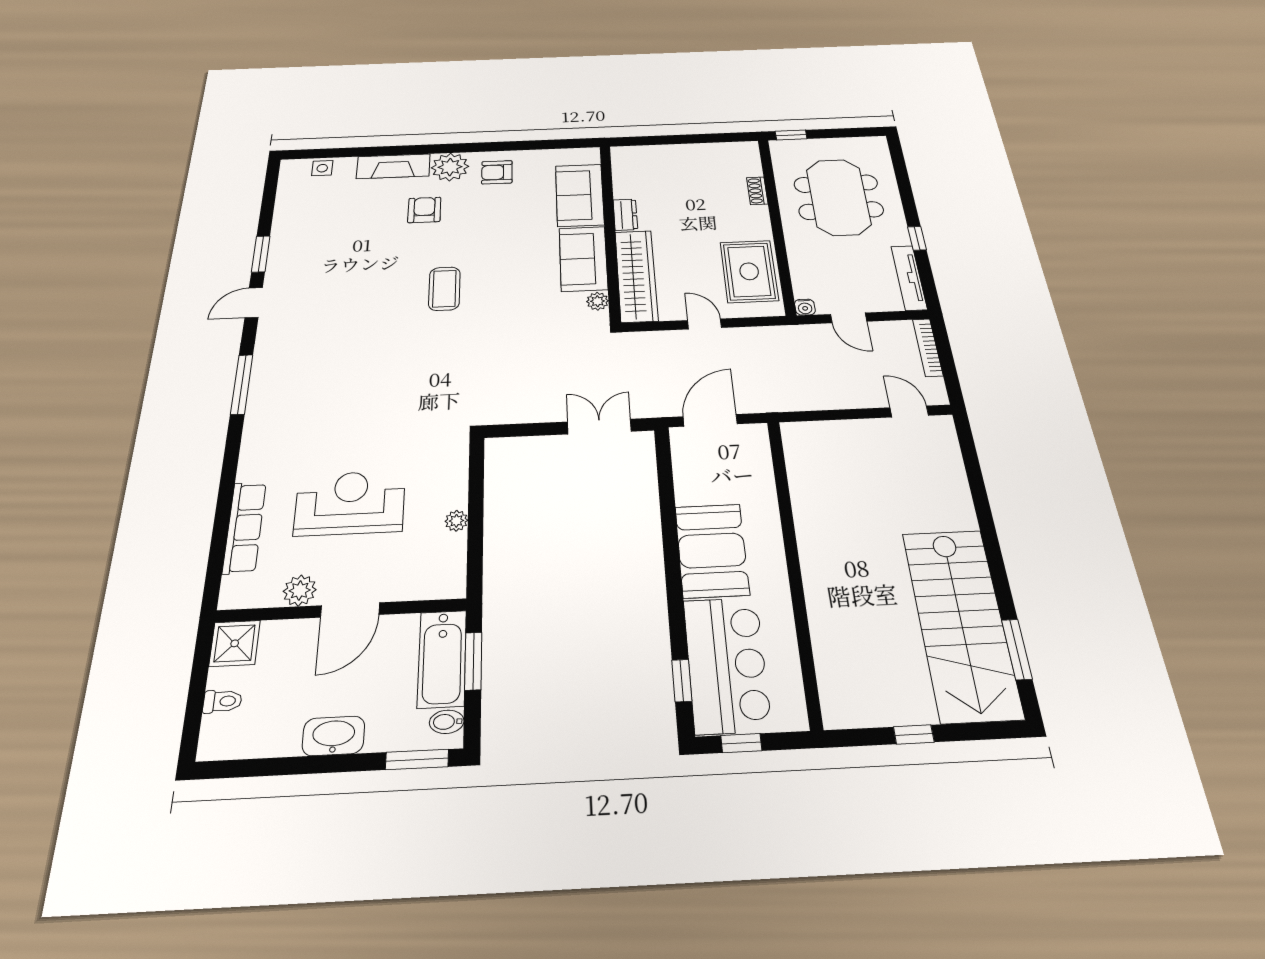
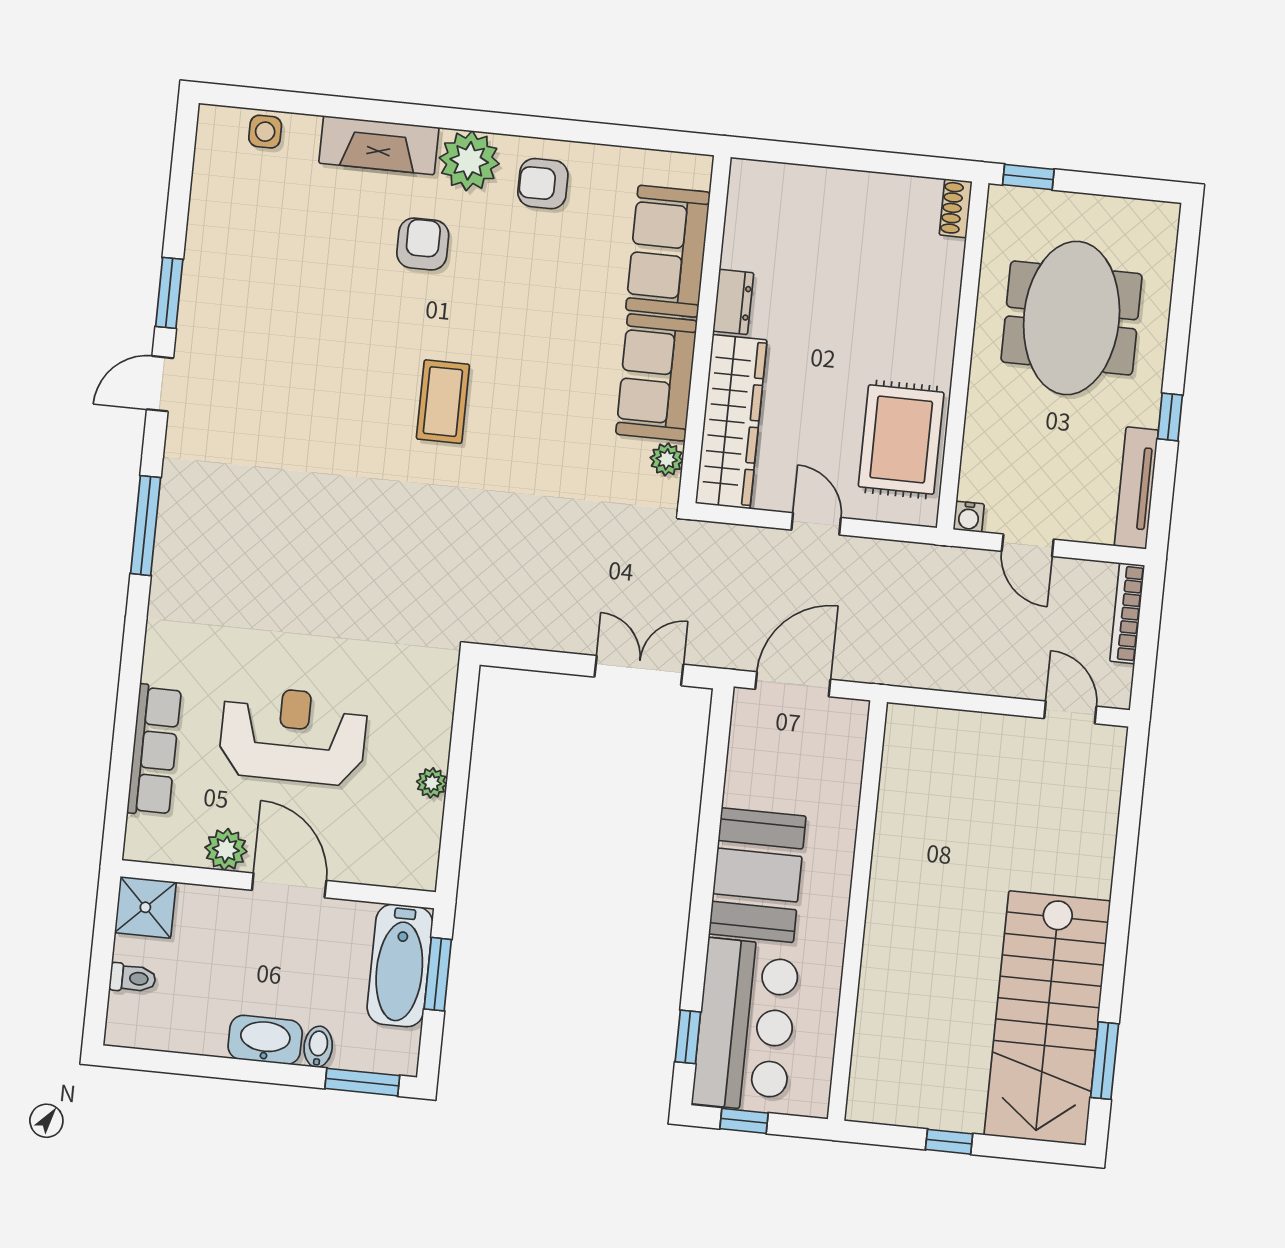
shoe rack: (757, 191) -> (956, 208), moved
door: (350, 610) -> (289, 885), swing flipped
bidet: (447, 722) -> (318, 1047), moved, turned 90

